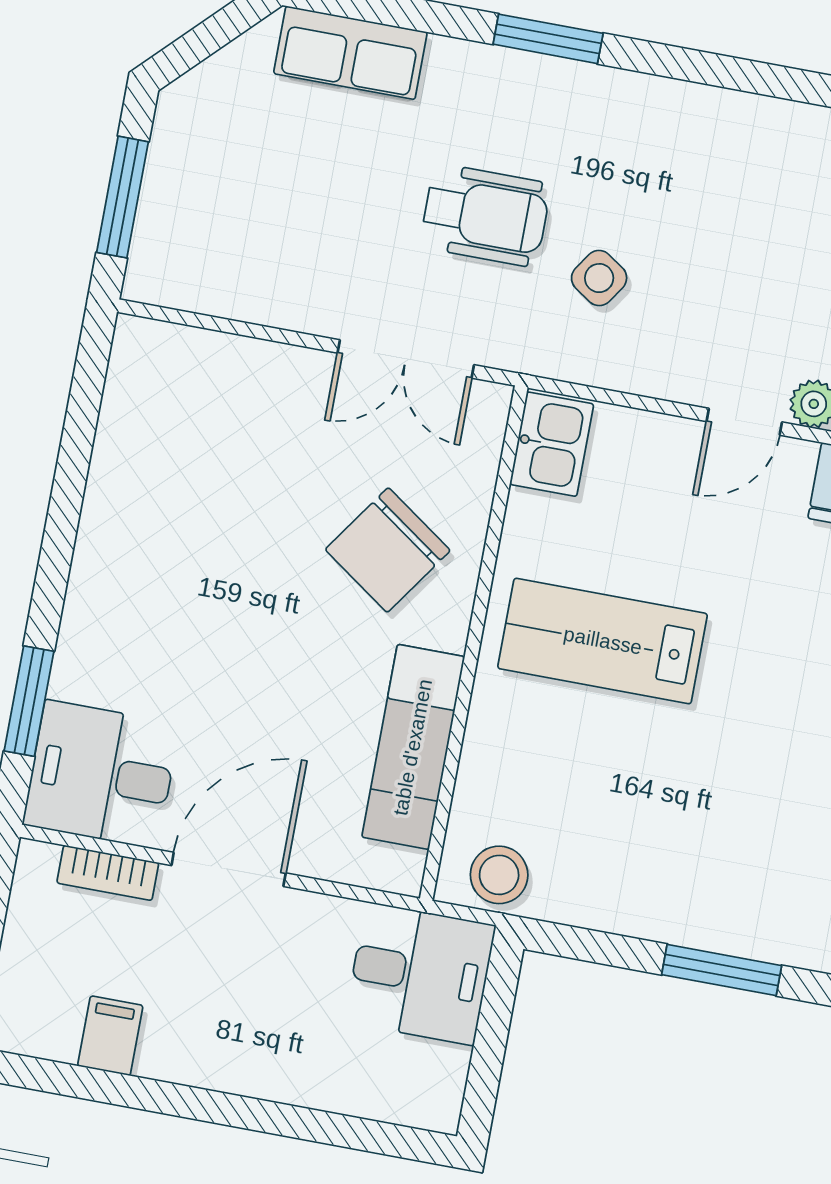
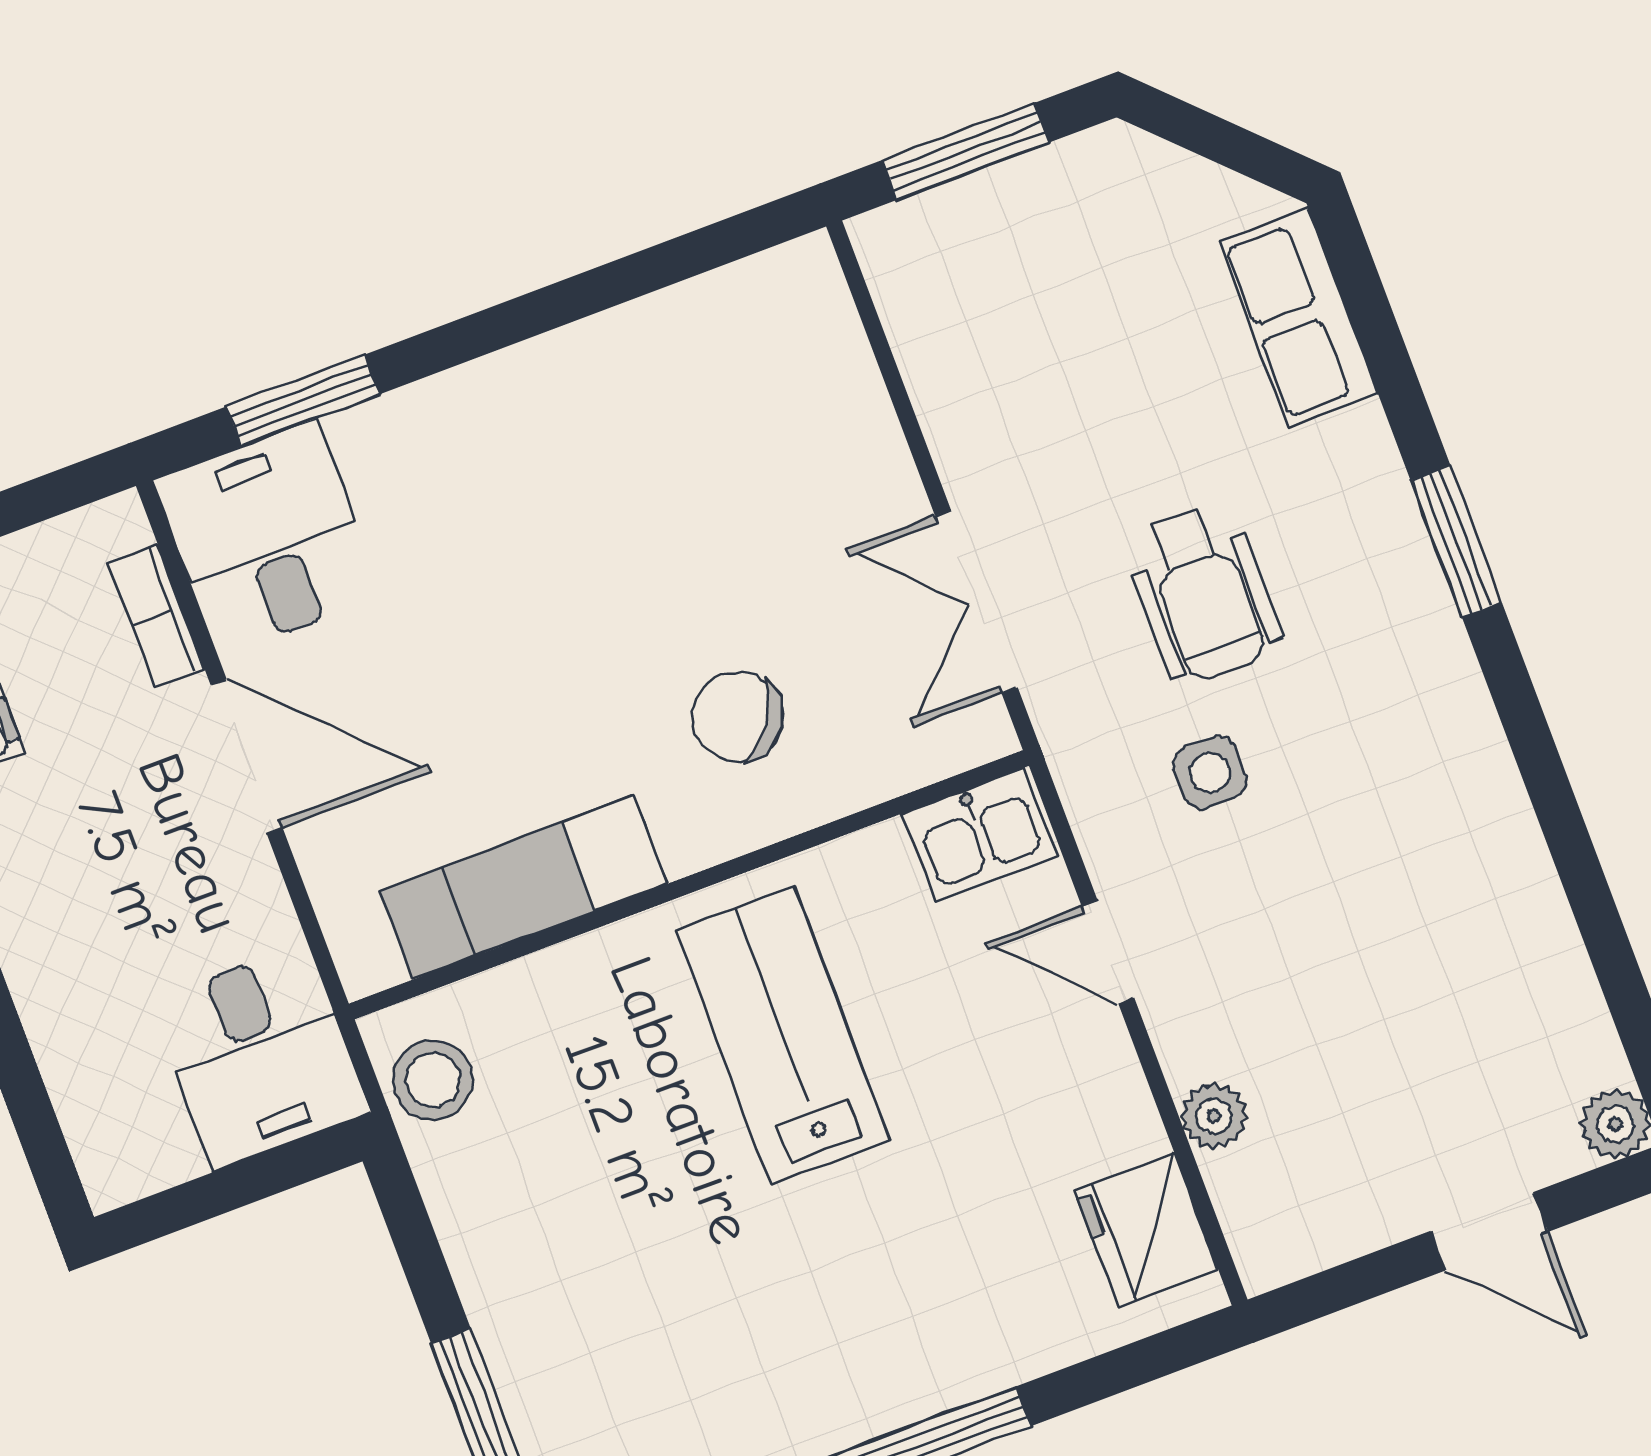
side table: (599, 278) -> (1210, 773), turned -34
door: (744, 422) -> (1108, 952), moved
chair: (388, 550) -> (738, 717), width x0.73, depth x0.73

